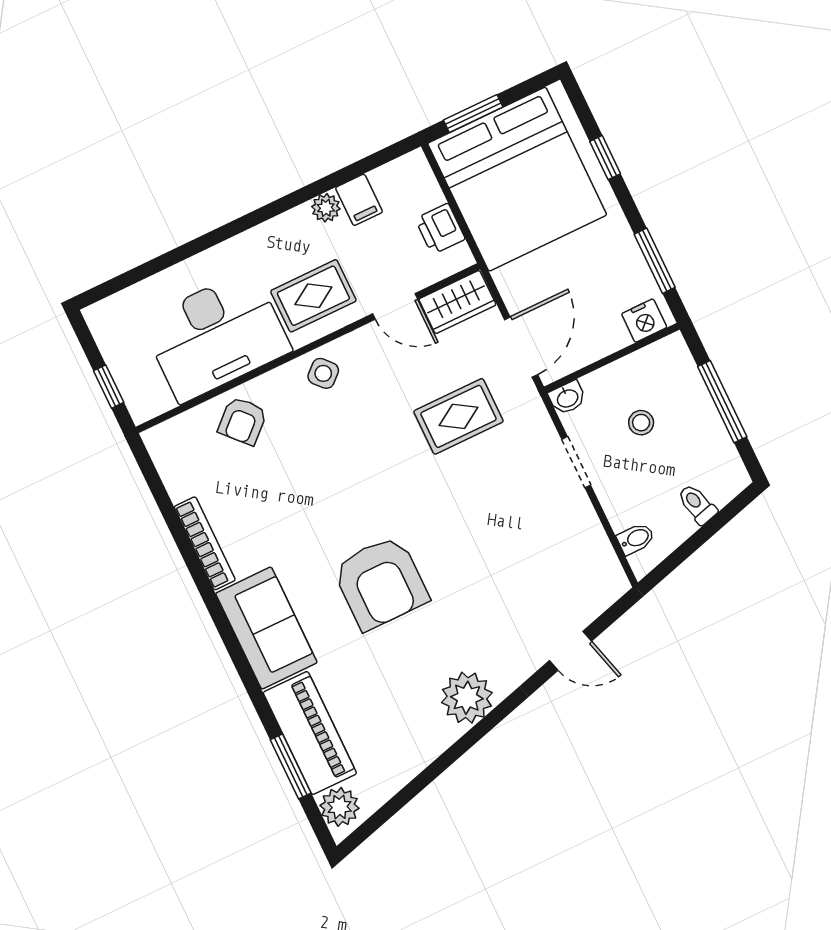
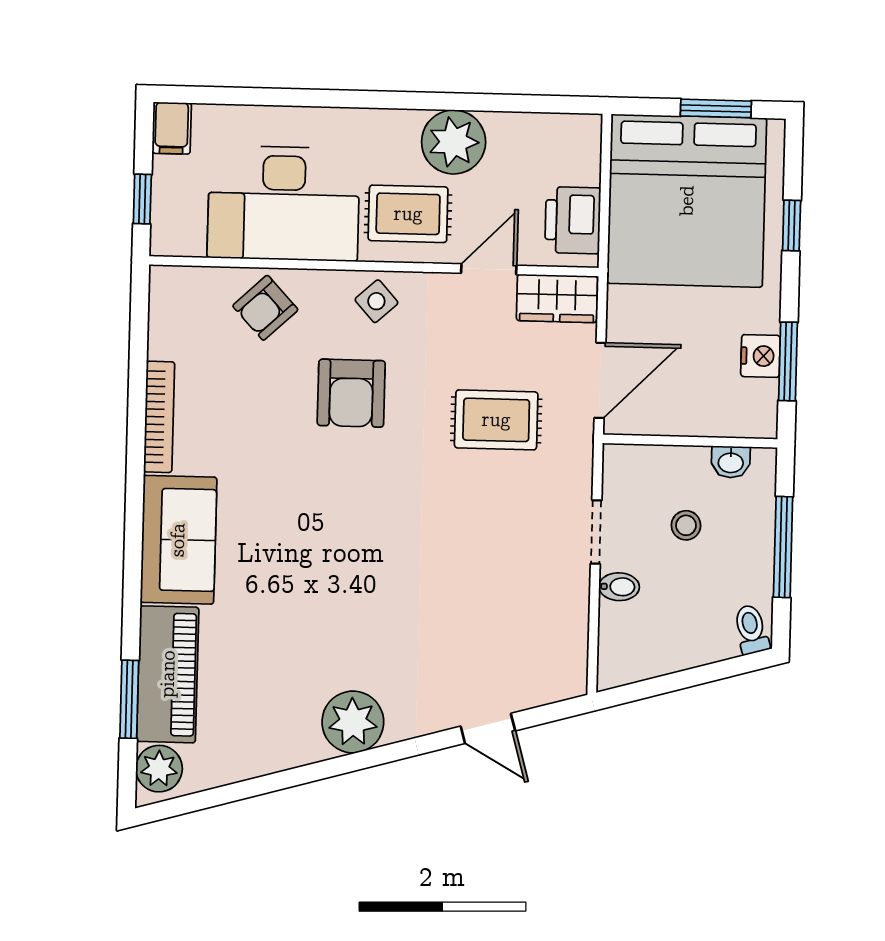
window: (473, 113) -> (716, 108), moved
filing cabinet: (359, 200) -> (172, 128), moved
plant: (326, 208) -> (454, 142), width x1.87, depth x1.87
printer: (440, 229) -> (573, 220), width x1.36, depth x1.24
door: (395, 306) -> (489, 269), swing flipped
nightstand: (644, 321) -> (760, 356), moved, turned -90
washbasin: (567, 398) -> (731, 462), moved
toilet: (697, 504) -> (751, 629), moved
bidet: (636, 539) -> (619, 587), moved
armchair: (381, 583) -> (351, 393), moved, width x0.73, depth x0.73

